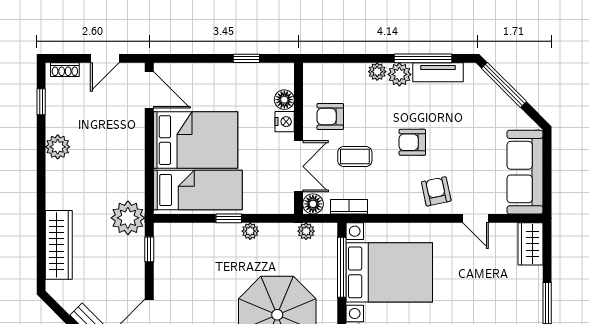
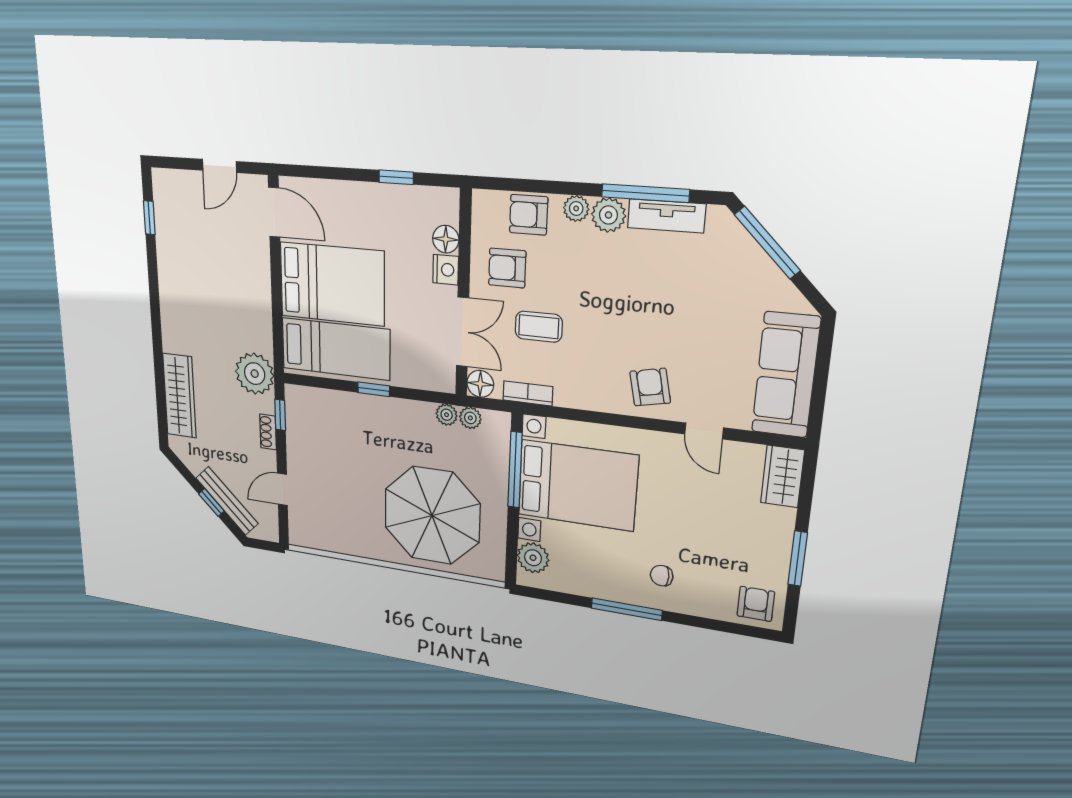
shoe rack: (65, 70) -> (268, 432), moved, turned 90
armchair: (412, 142) -> (529, 215), moved
plant: (58, 147) -> (171, 277), removed
plant: (250, 231) -> (447, 415), moved

